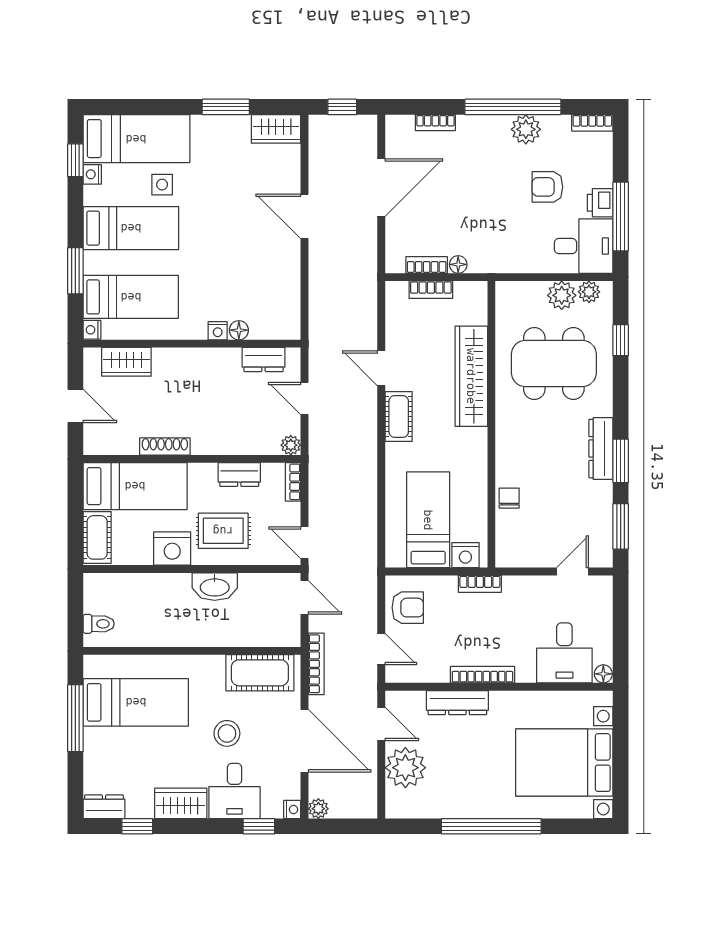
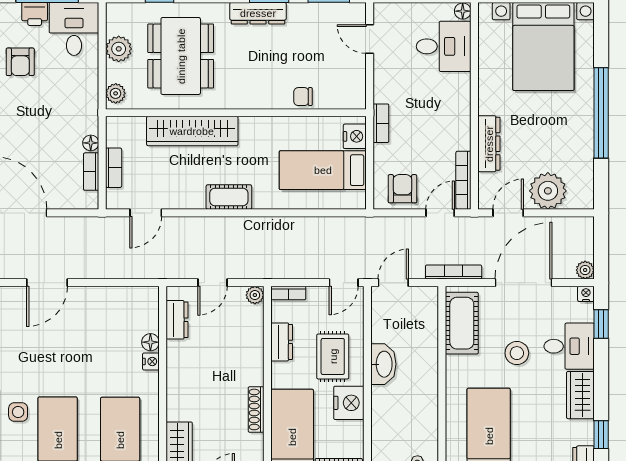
plant: (589, 292) -> (116, 93), moved
door: (381, 368) -> (146, 213), moved
bookcase: (483, 675) -> (463, 180), moved

